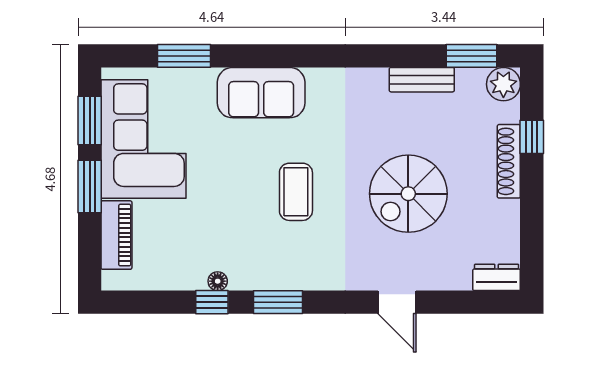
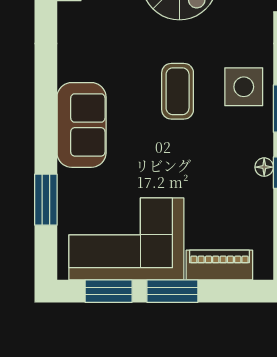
coffee table: (296, 192) -> (178, 91), turned 90
side table: (301, 260) -> (244, 87), added

